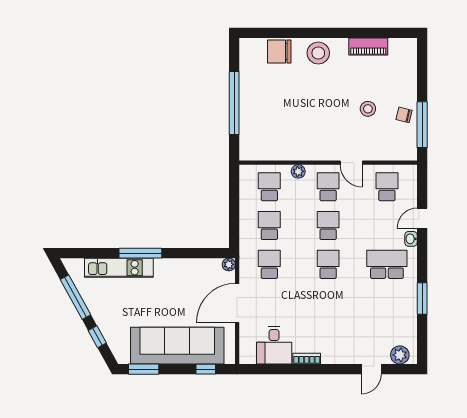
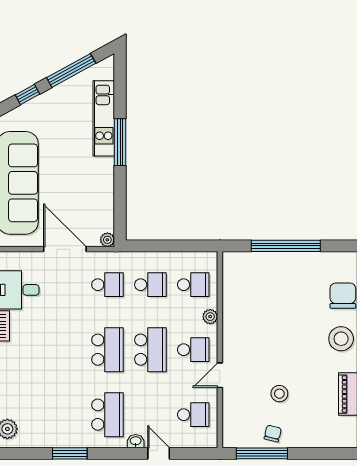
school desk: (328, 226) -> (150, 350), width x1.85
school desk: (328, 264) -> (107, 350), width x1.85

